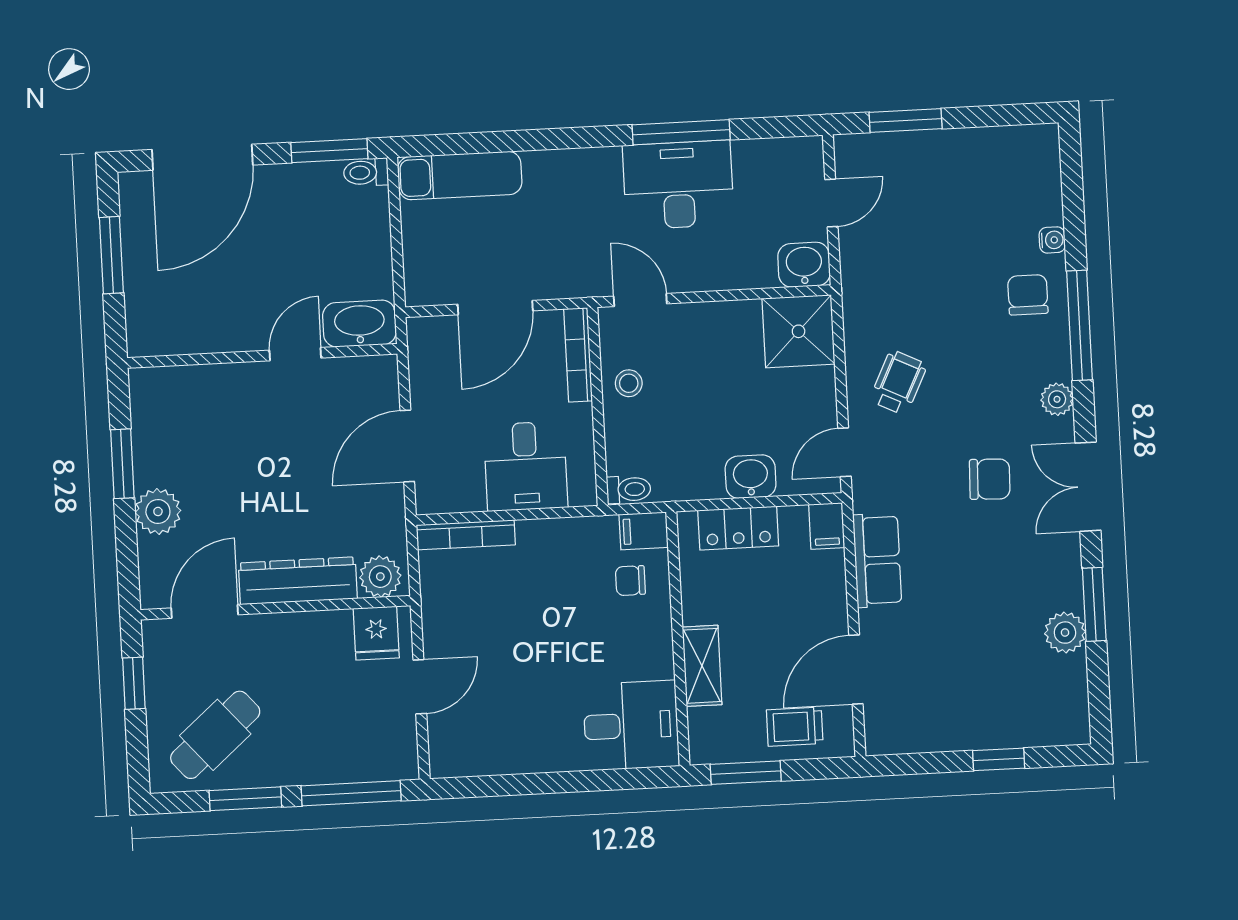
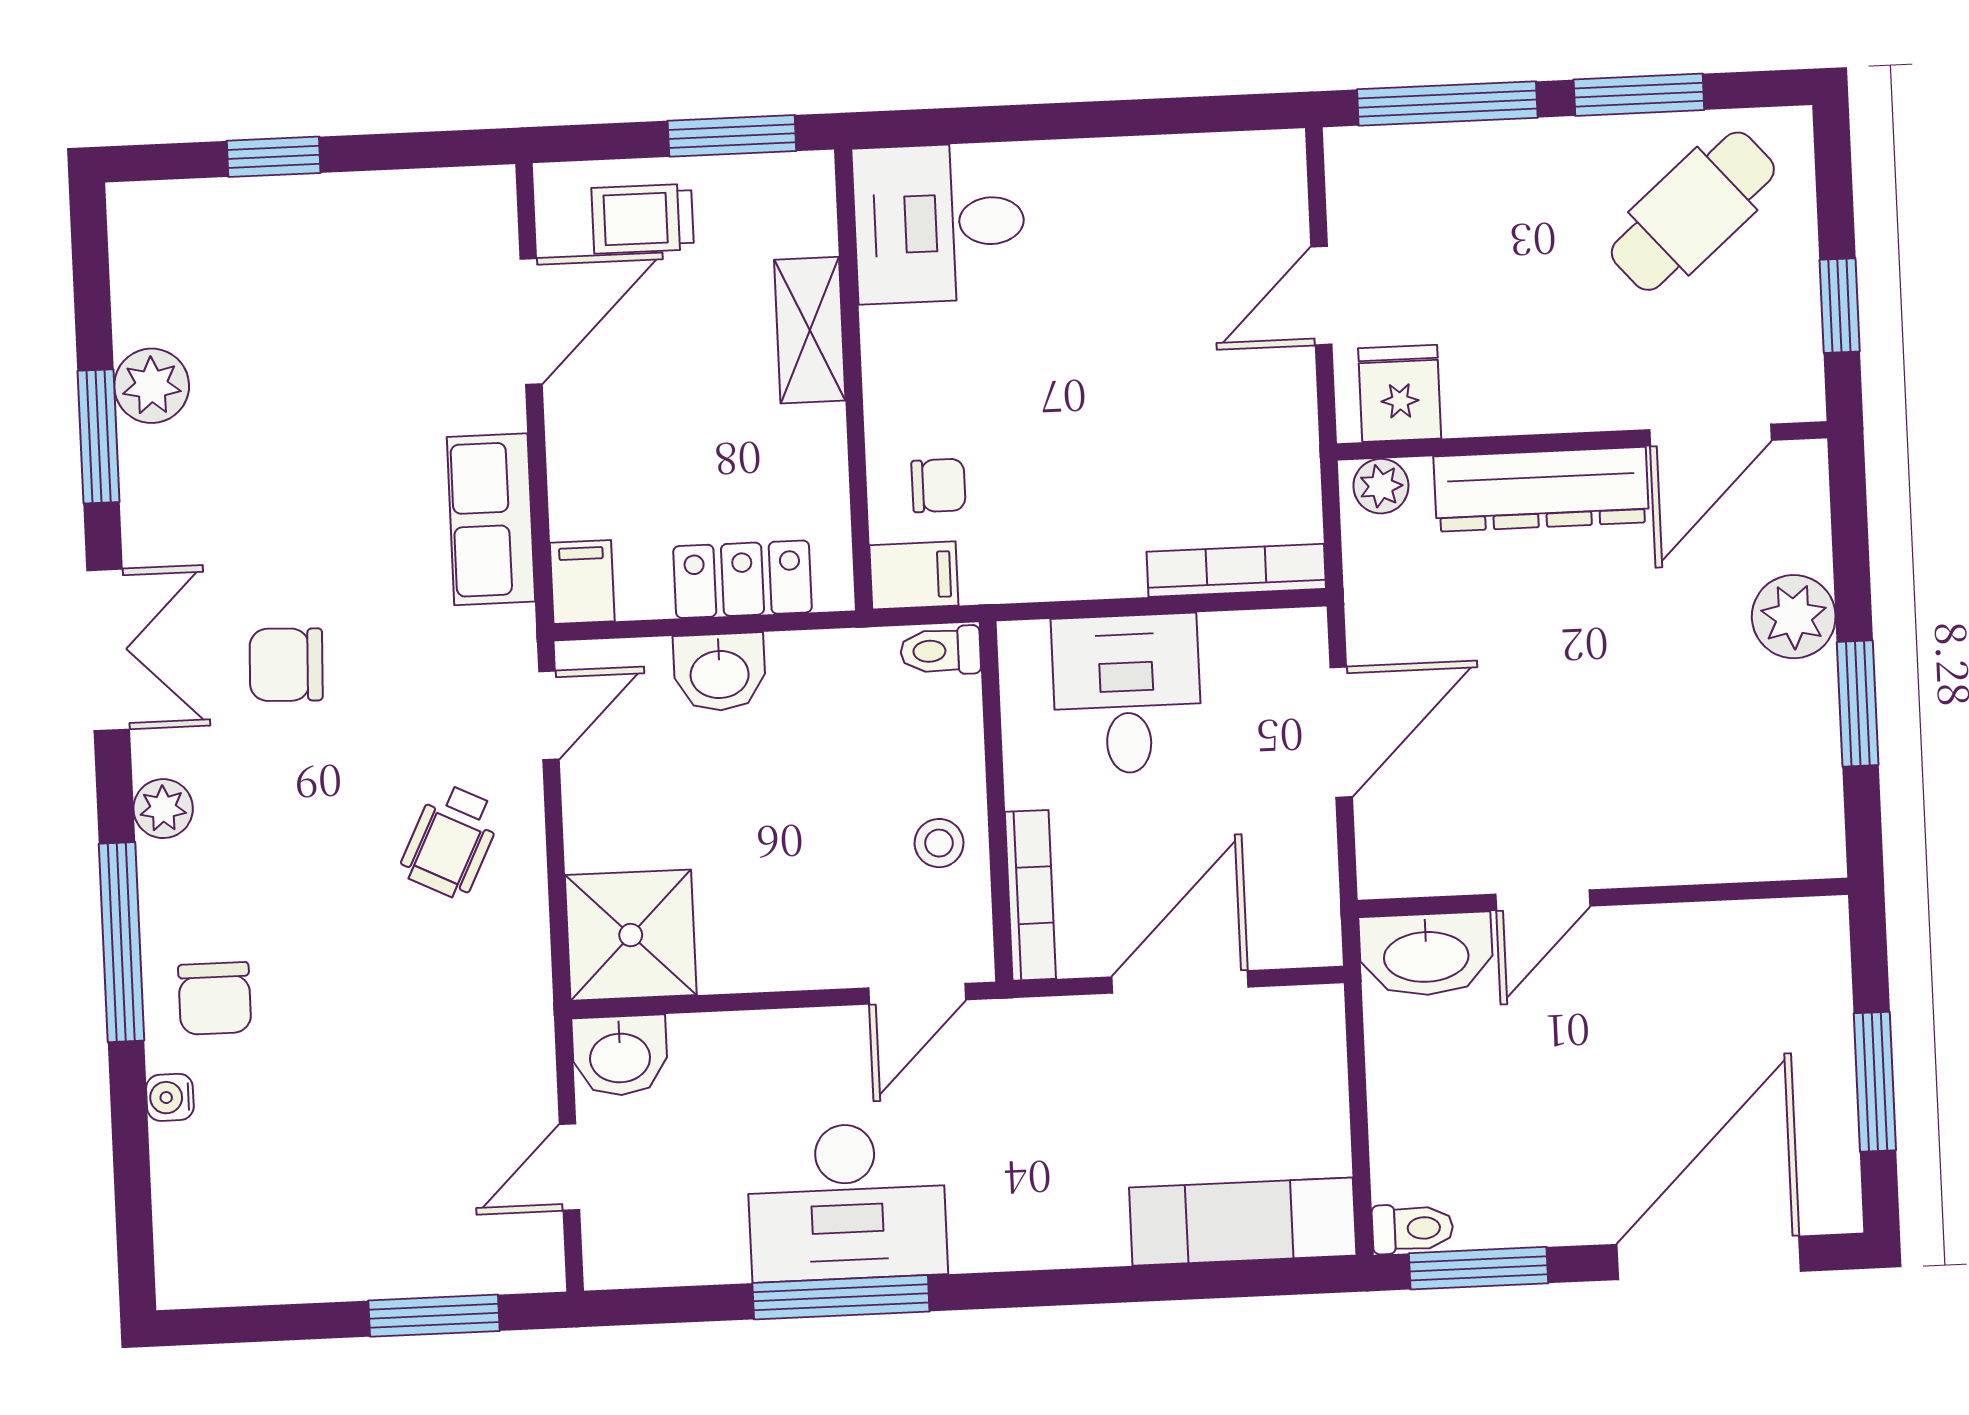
door: (640, 300) -> (917, 994), hinge flipped
plant: (380, 577) -> (1381, 486), width x0.73, depth x0.73
trolley: (795, 727) -> (643, 219), turned 180

